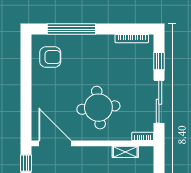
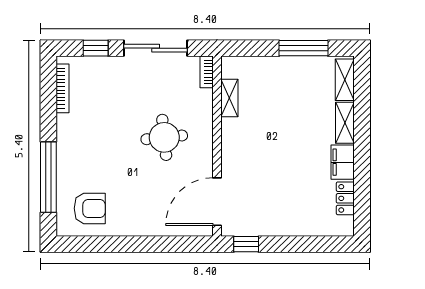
armchair: (50, 57) -> (90, 208), turned 90
round table: (98, 108) -> (164, 137), width x0.73, depth x0.73

